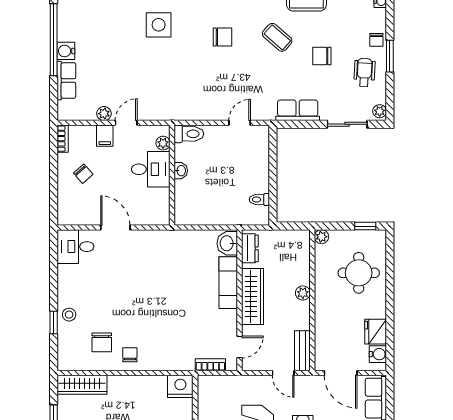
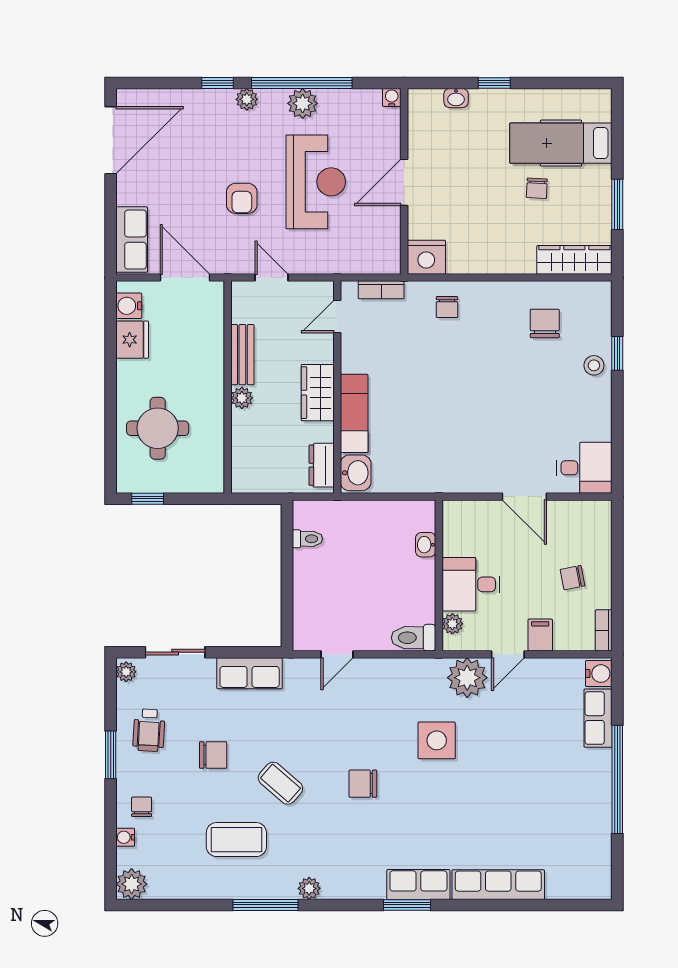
side table: (159, 25) -> (437, 740), moved
chair: (376, 40) -> (142, 807), moved
water cooler: (66, 51) -> (599, 674), moved
plant: (104, 114) -> (467, 678), moved, width x1.87, depth x1.87
washbasin: (181, 171) -> (426, 545), moved
chair: (83, 174) -> (573, 578), turned -60
plant: (321, 237) -> (214, 483), removed
wardrobe: (252, 297) -> (318, 393), width x0.67
bench: (302, 351) -> (242, 355), moved
chair: (130, 355) -> (447, 307), moved

